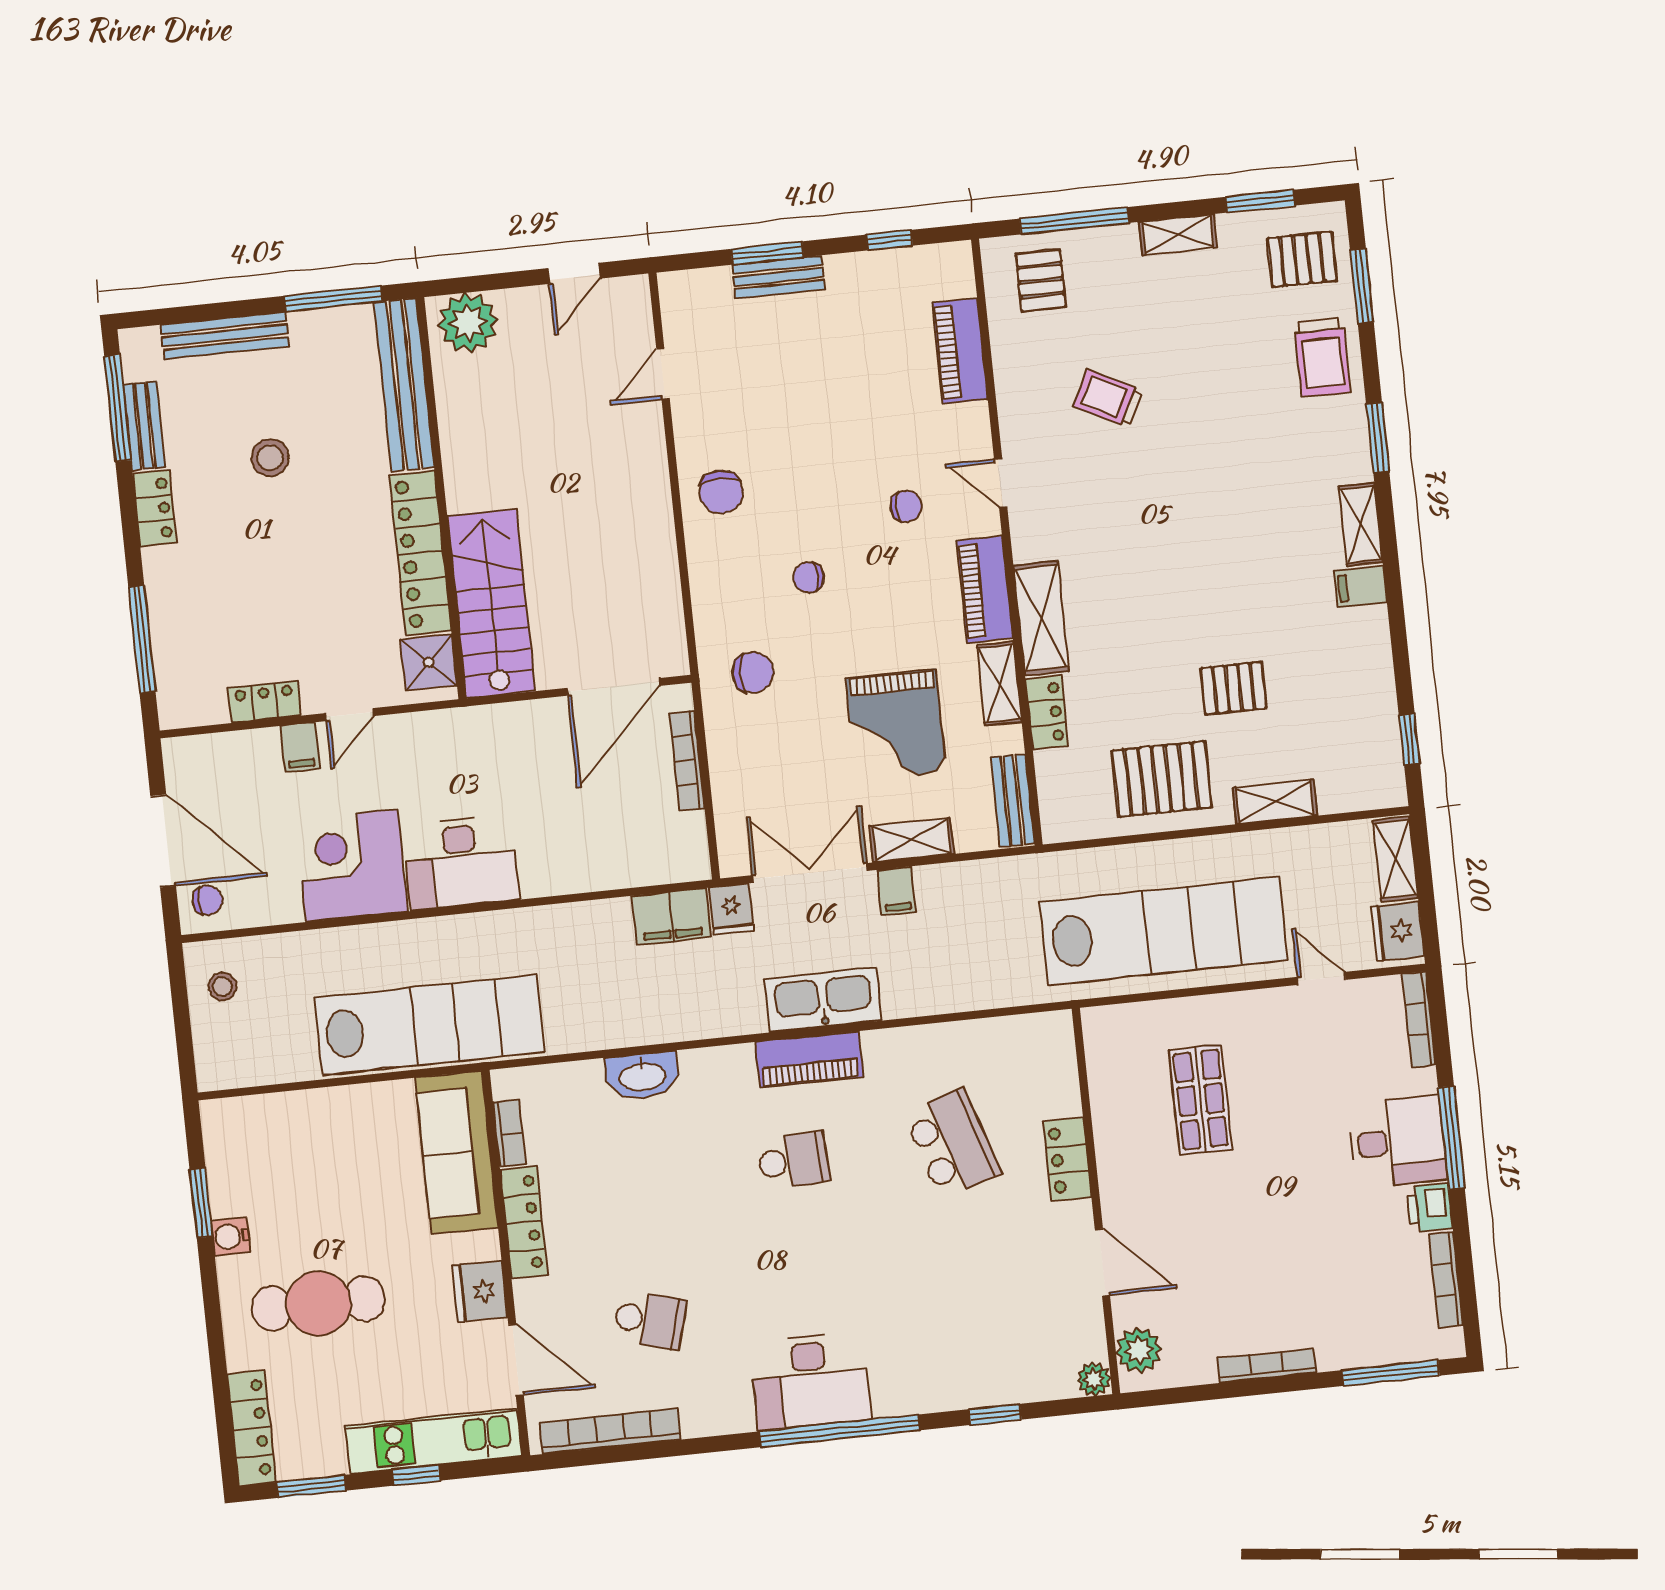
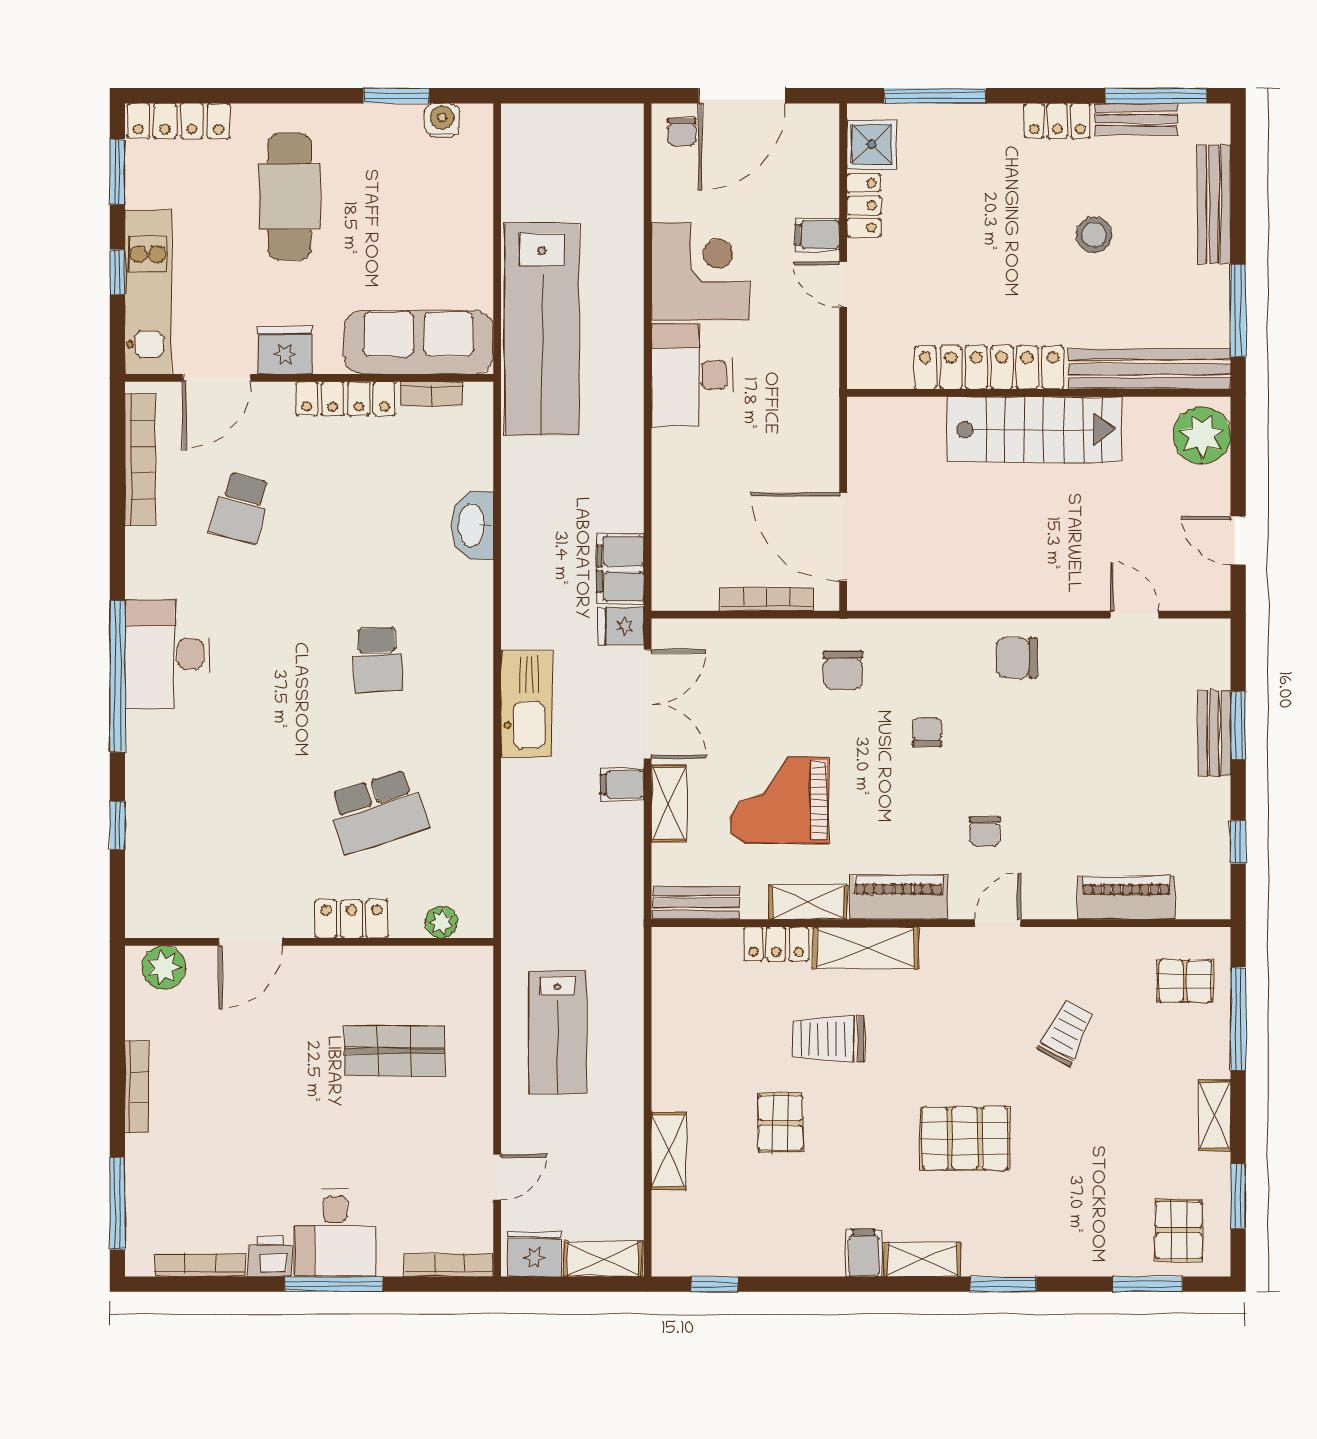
trolley: (1322, 357) -> (828, 1039), moved
stairs: (491, 603) -> (1035, 430), moved
shower: (429, 662) -> (872, 144), moved
pallet: (1162, 779) -> (965, 1138), moved, turned 90
lab bench: (1163, 931) -> (558, 1032), width x0.54, depth x0.72
stool: (222, 986) -> (599, 137), removed
piano: (809, 1060) -> (471, 685), removed
water cooler: (231, 1236) -> (442, 120), moved
plant: (1094, 1379) -> (442, 922), moved

